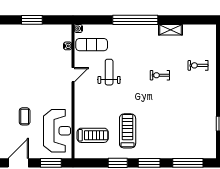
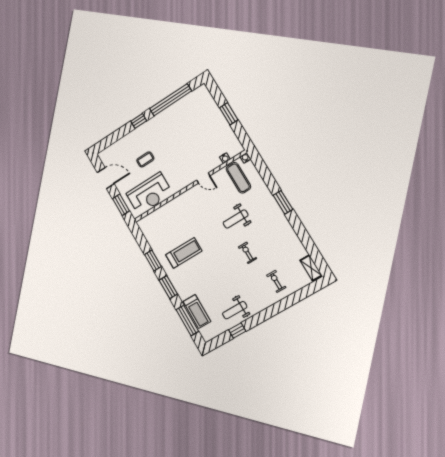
window: (135, 20) -> (283, 202), width x0.47
shelving: (170, 30) -> (311, 268), moved
weight bench: (109, 72) -> (236, 219), moved, turned 180
weight bench: (202, 116) -> (235, 310), added
treadmill: (93, 135) -> (197, 311), moved

